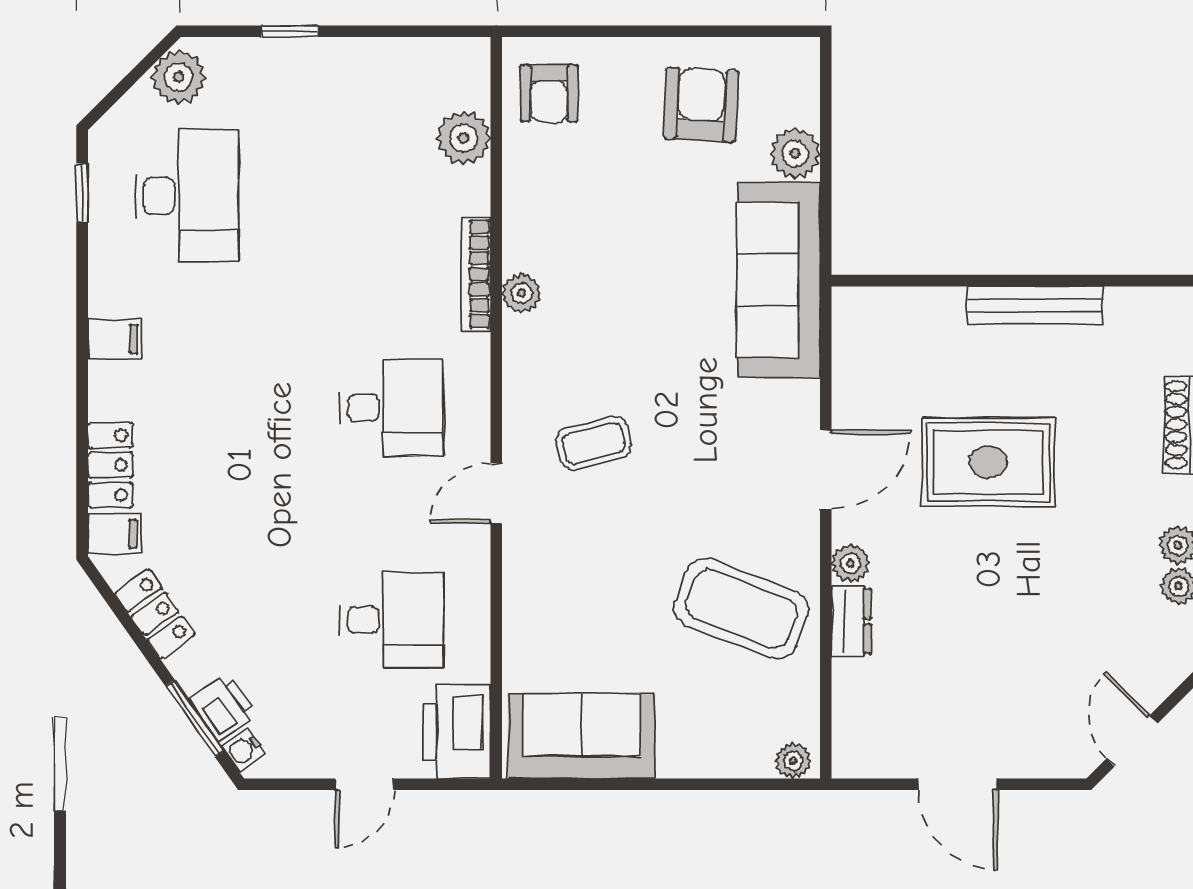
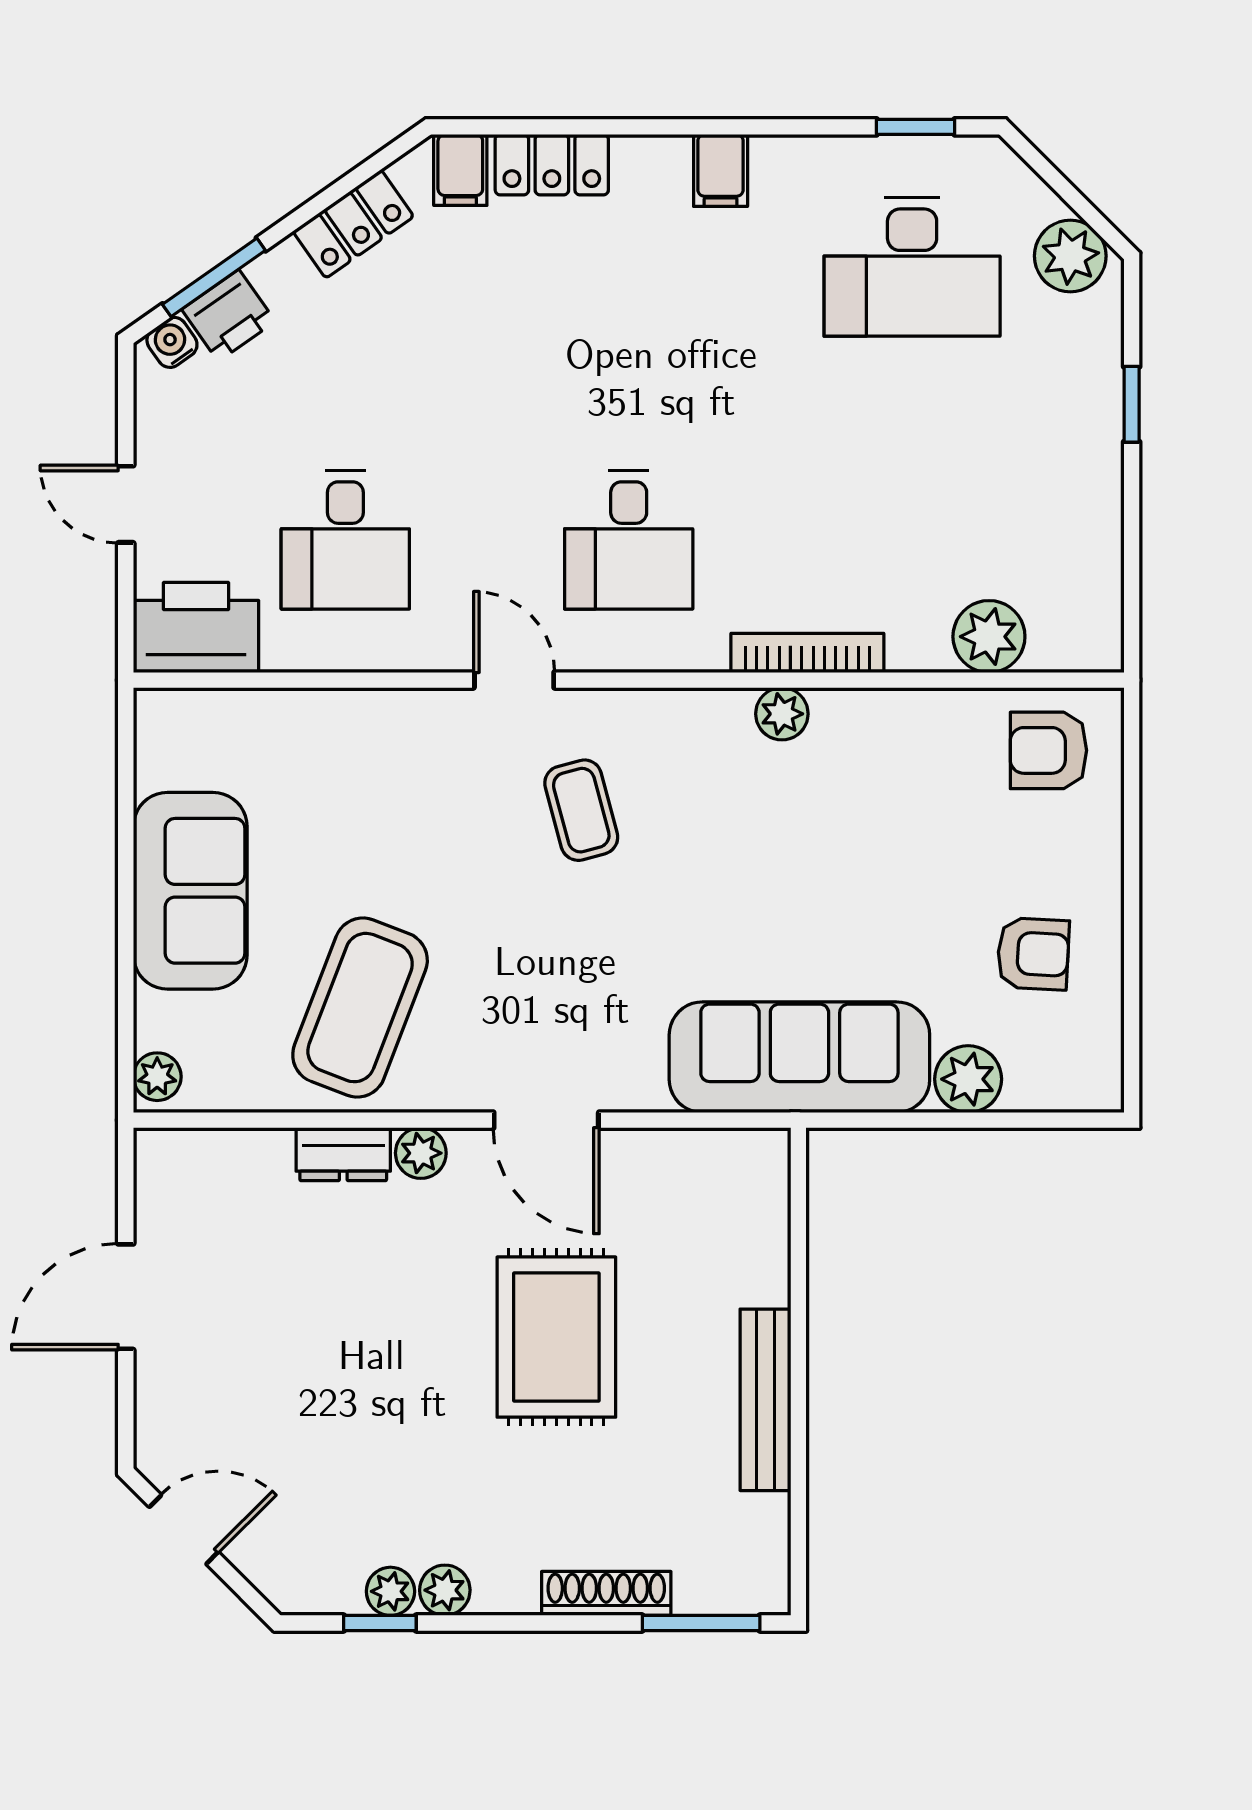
armchair: (701, 105) -> (1033, 954), width x0.72, depth x0.72
sofa: (581, 736) -> (190, 891), moved

